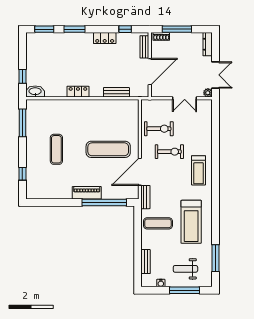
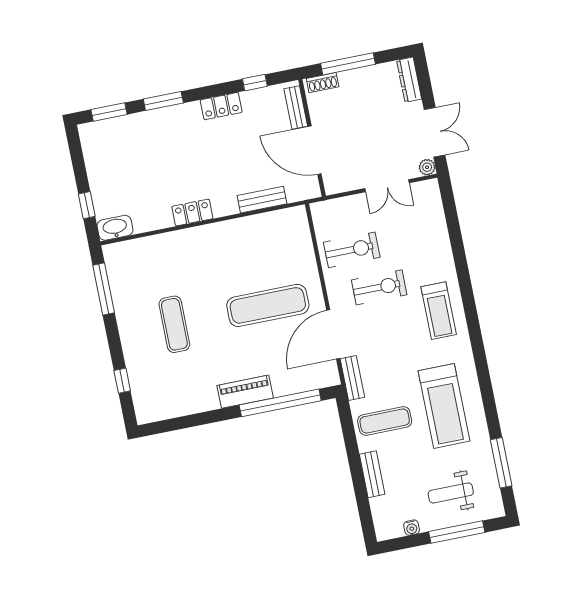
door: (150, 72) -> (315, 150), swing flipped
bench: (146, 262) -> (372, 474), moved

